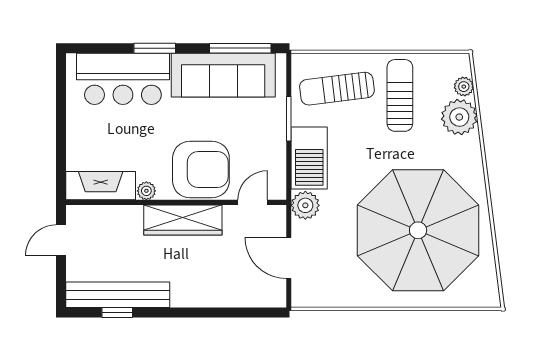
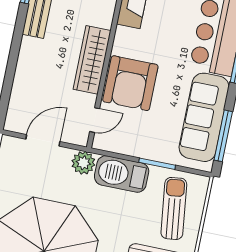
plant: (146, 191) -> (122, 35), removed
door: (253, 202) -> (95, 120), hinge flipped

